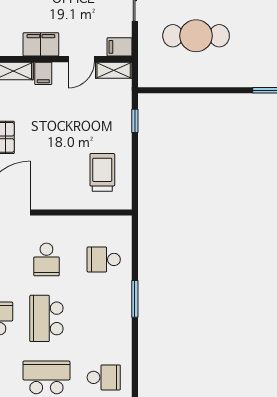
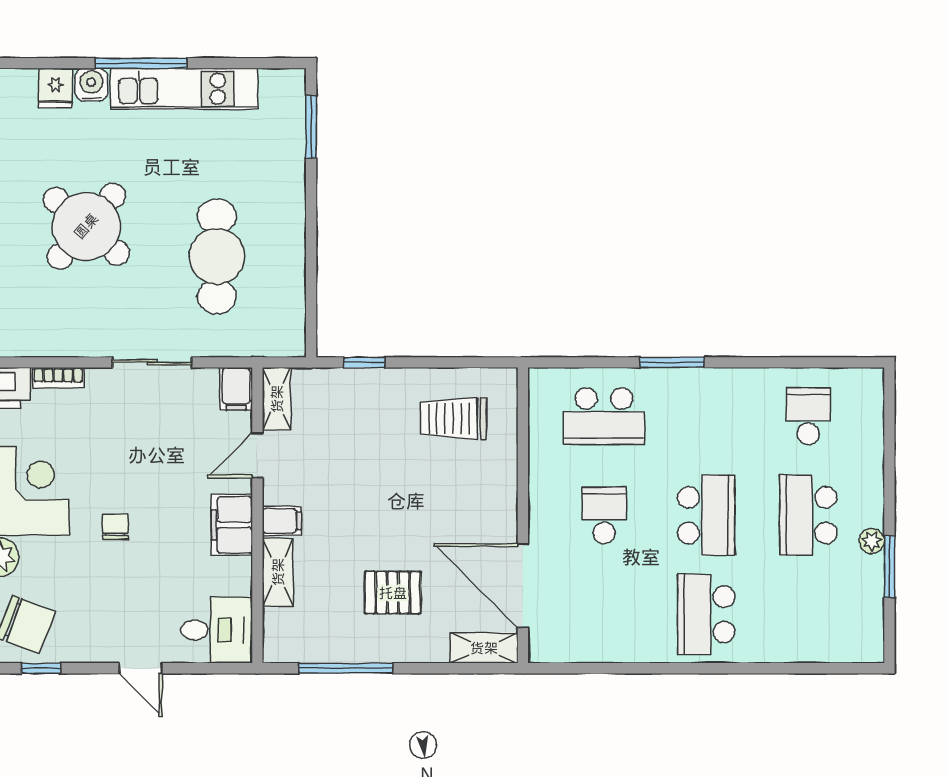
door: (81, 59) -> (257, 455), swing flipped
school desk: (46, 259) -> (604, 515), turned -90
school desk: (104, 259) -> (604, 416), width x1.85
school desk: (46, 318) -> (706, 515), turned -90

